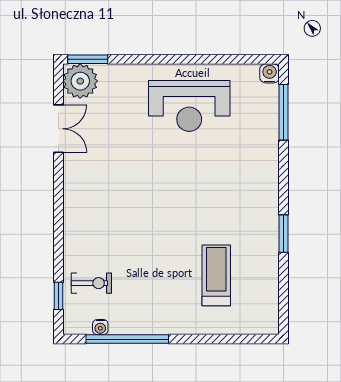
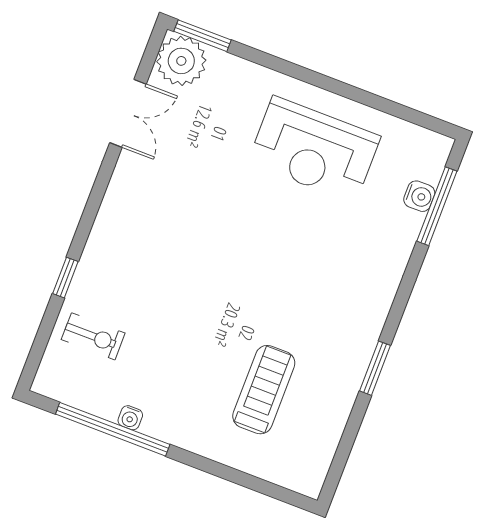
water cooler: (270, 73) -> (419, 196), moved, turned 90
window: (59, 296) -> (65, 278), moved
water cooler: (100, 327) -> (130, 418), moved

